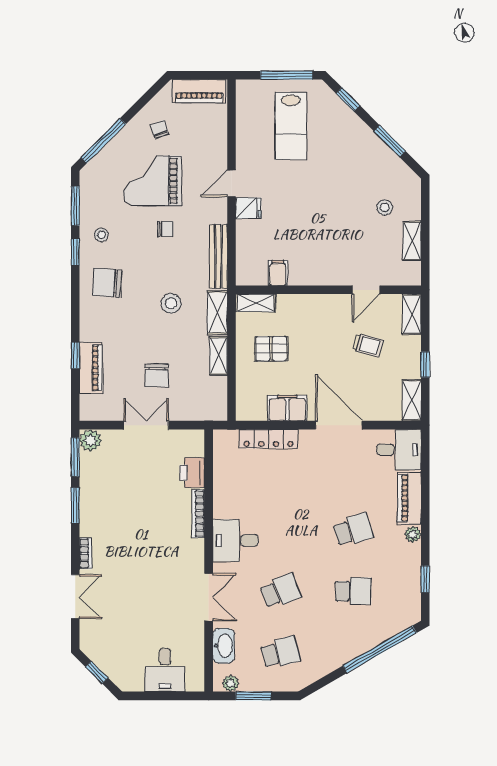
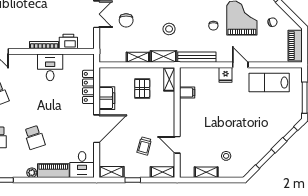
lab bench: (291, 126) -> (269, 83), moved
chair: (157, 376) -> (126, 20), turned -90
desk: (235, 540) -> (50, 67), moved

